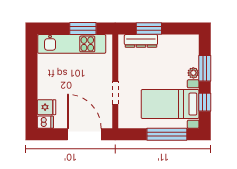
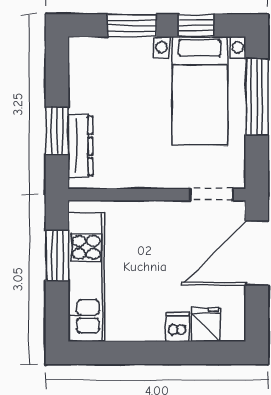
plant: (193, 73) -> (141, 47), removed
doorway: (115, 93) -> (212, 195), moved
dishwasher: (45, 122) -> (177, 327), moved

